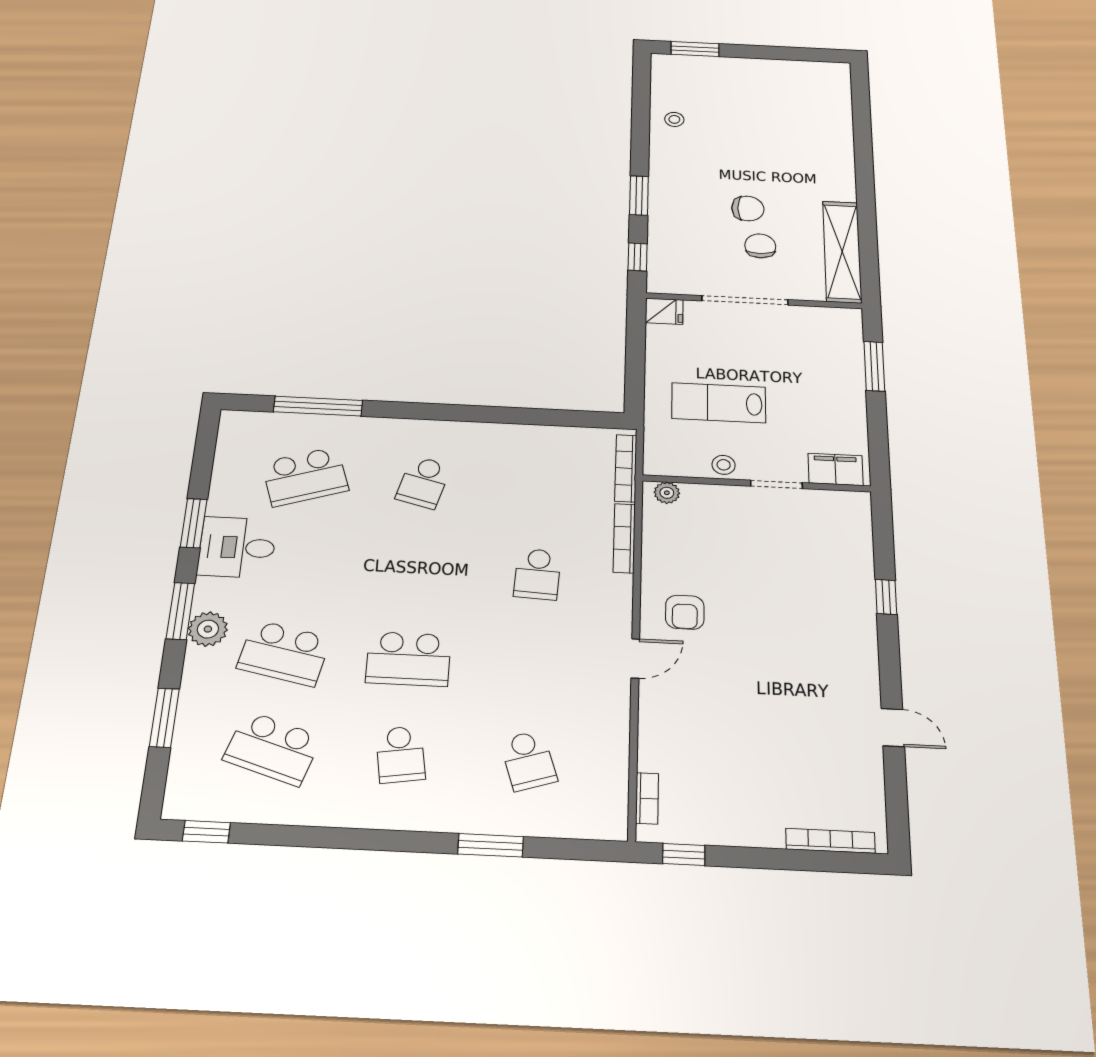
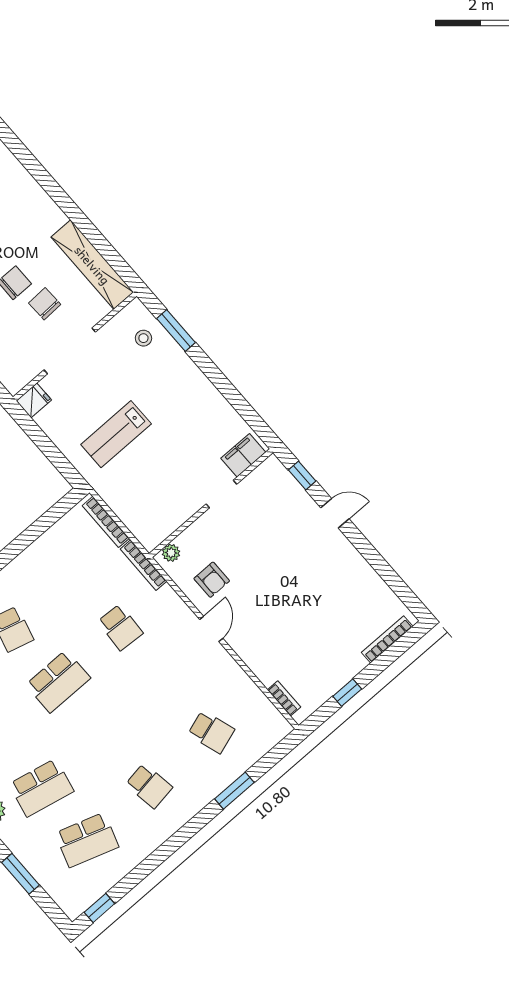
stool: (724, 465) -> (143, 338), moved
filing cabinet: (836, 469) -> (243, 455), moved
wall: (757, 483) -> (211, 503), moved
doorway: (776, 484) -> (221, 494), moved
plant: (667, 493) -> (171, 553), moved
school desk: (408, 659) -> (58, 681), moved
door: (893, 728) -> (335, 513), moved
window: (684, 854) -> (347, 693), moved

